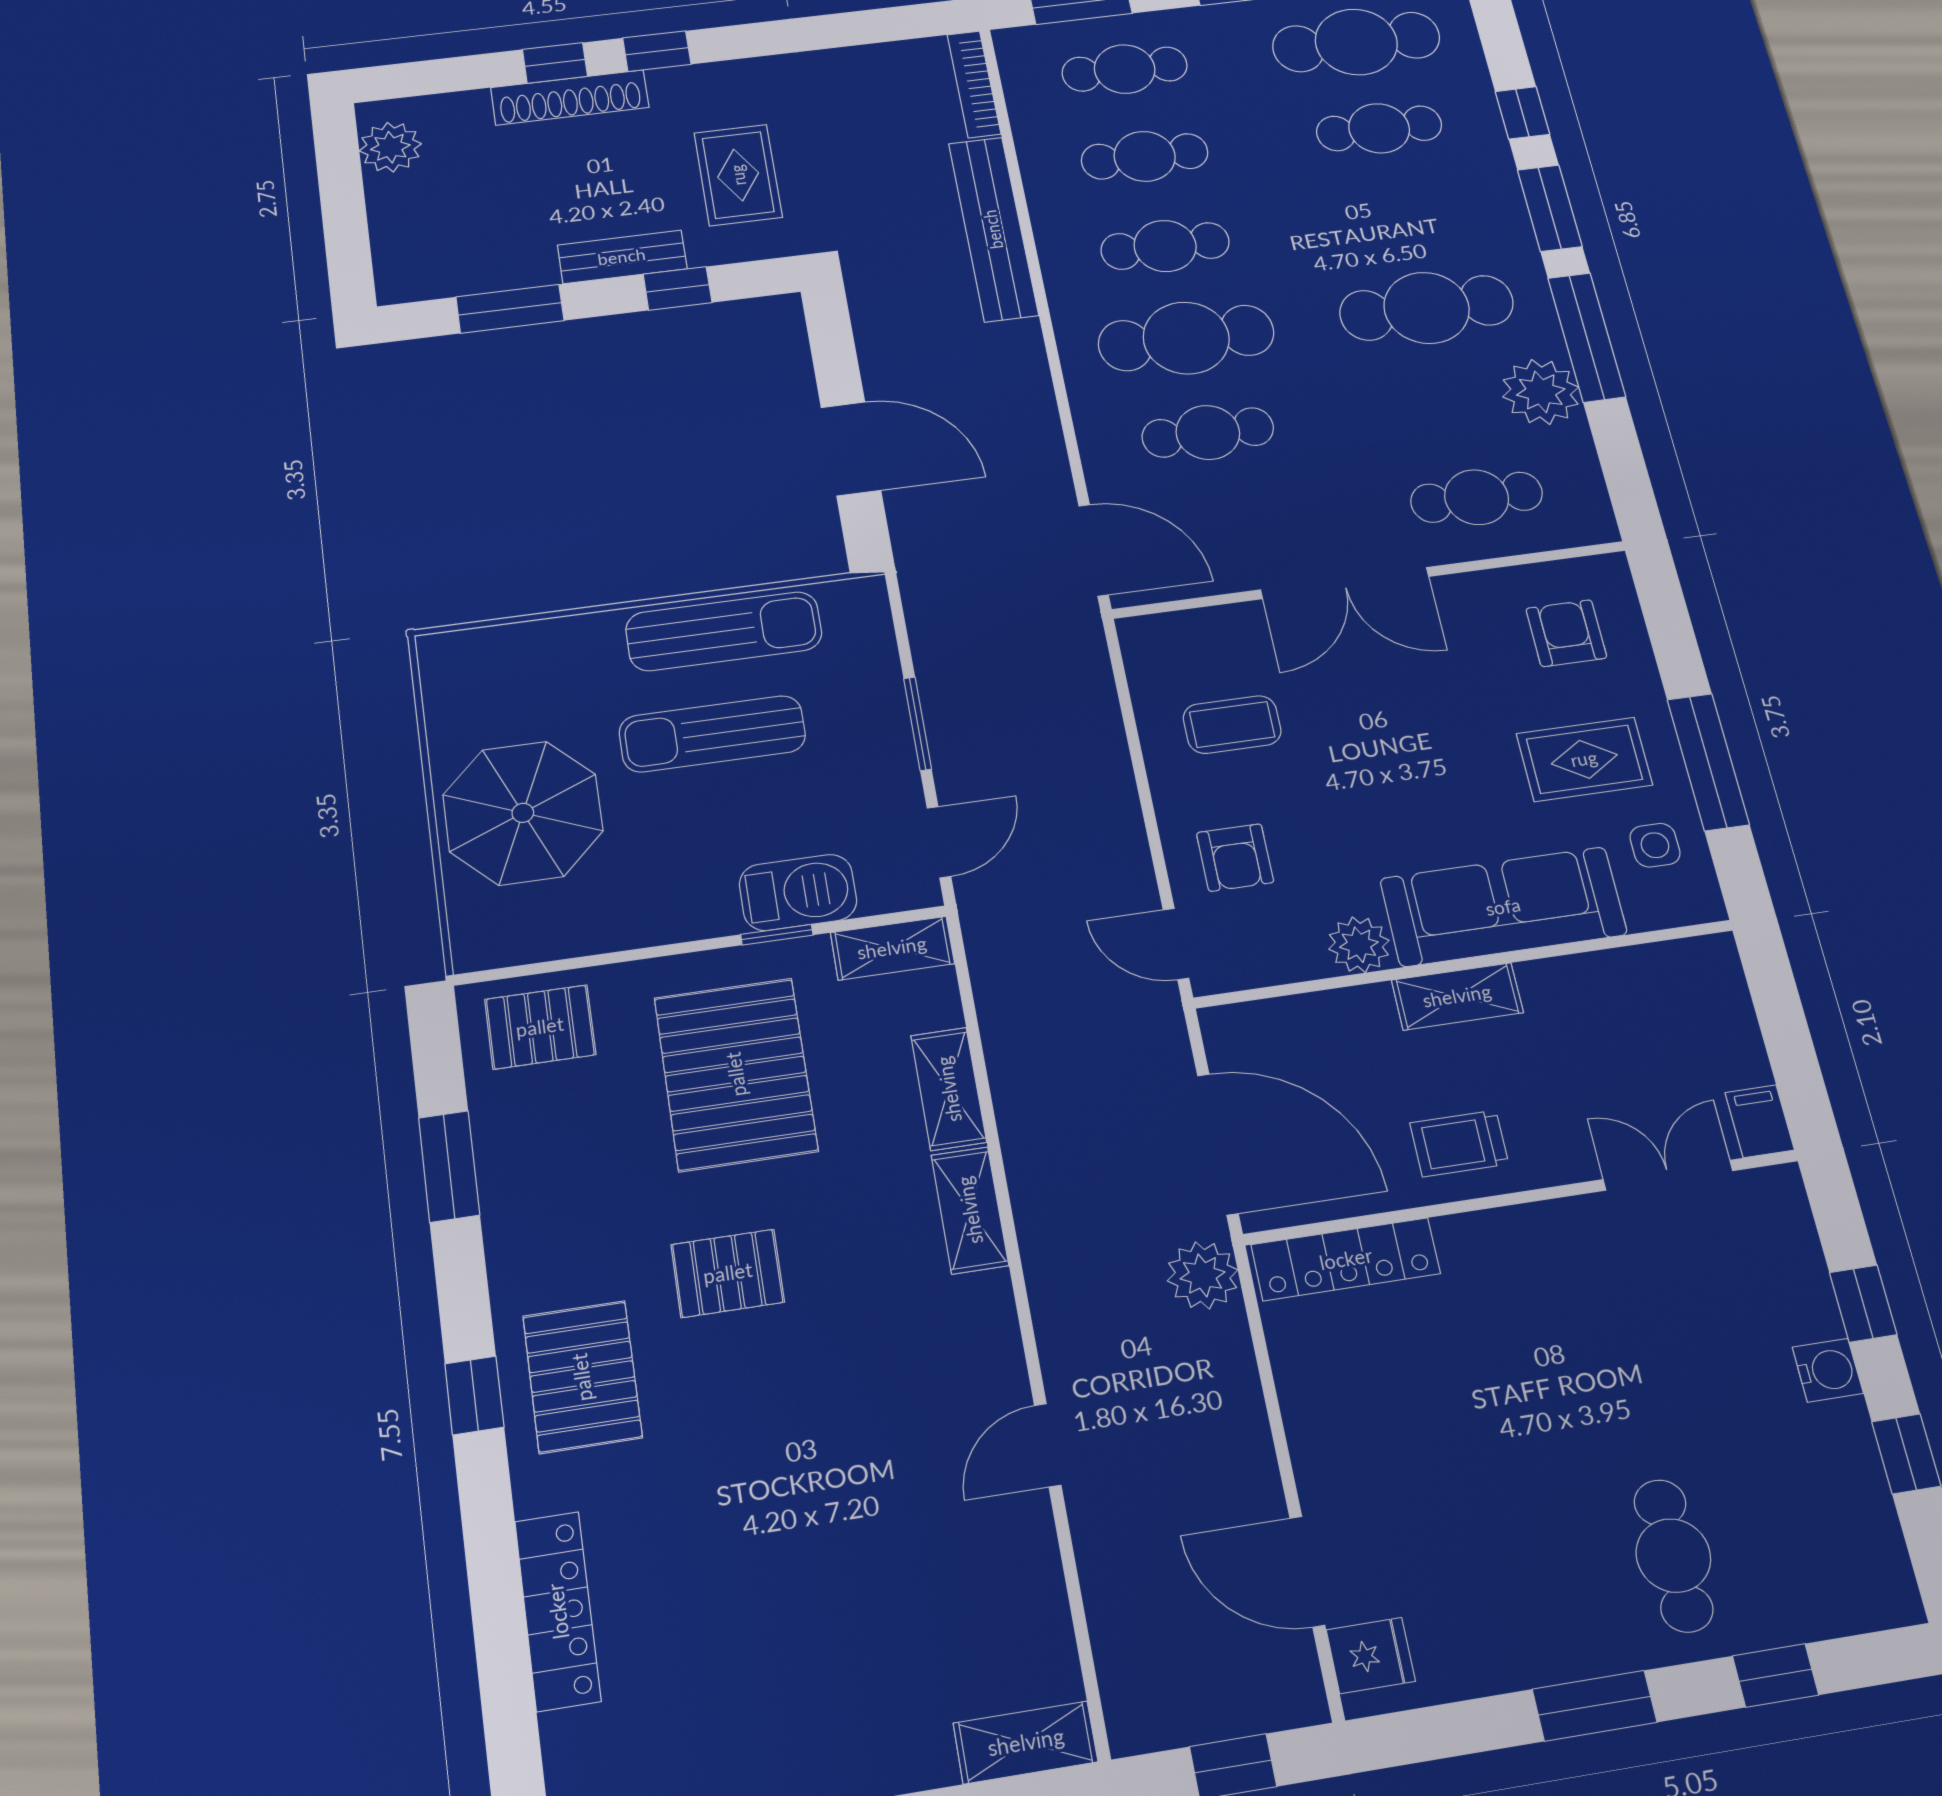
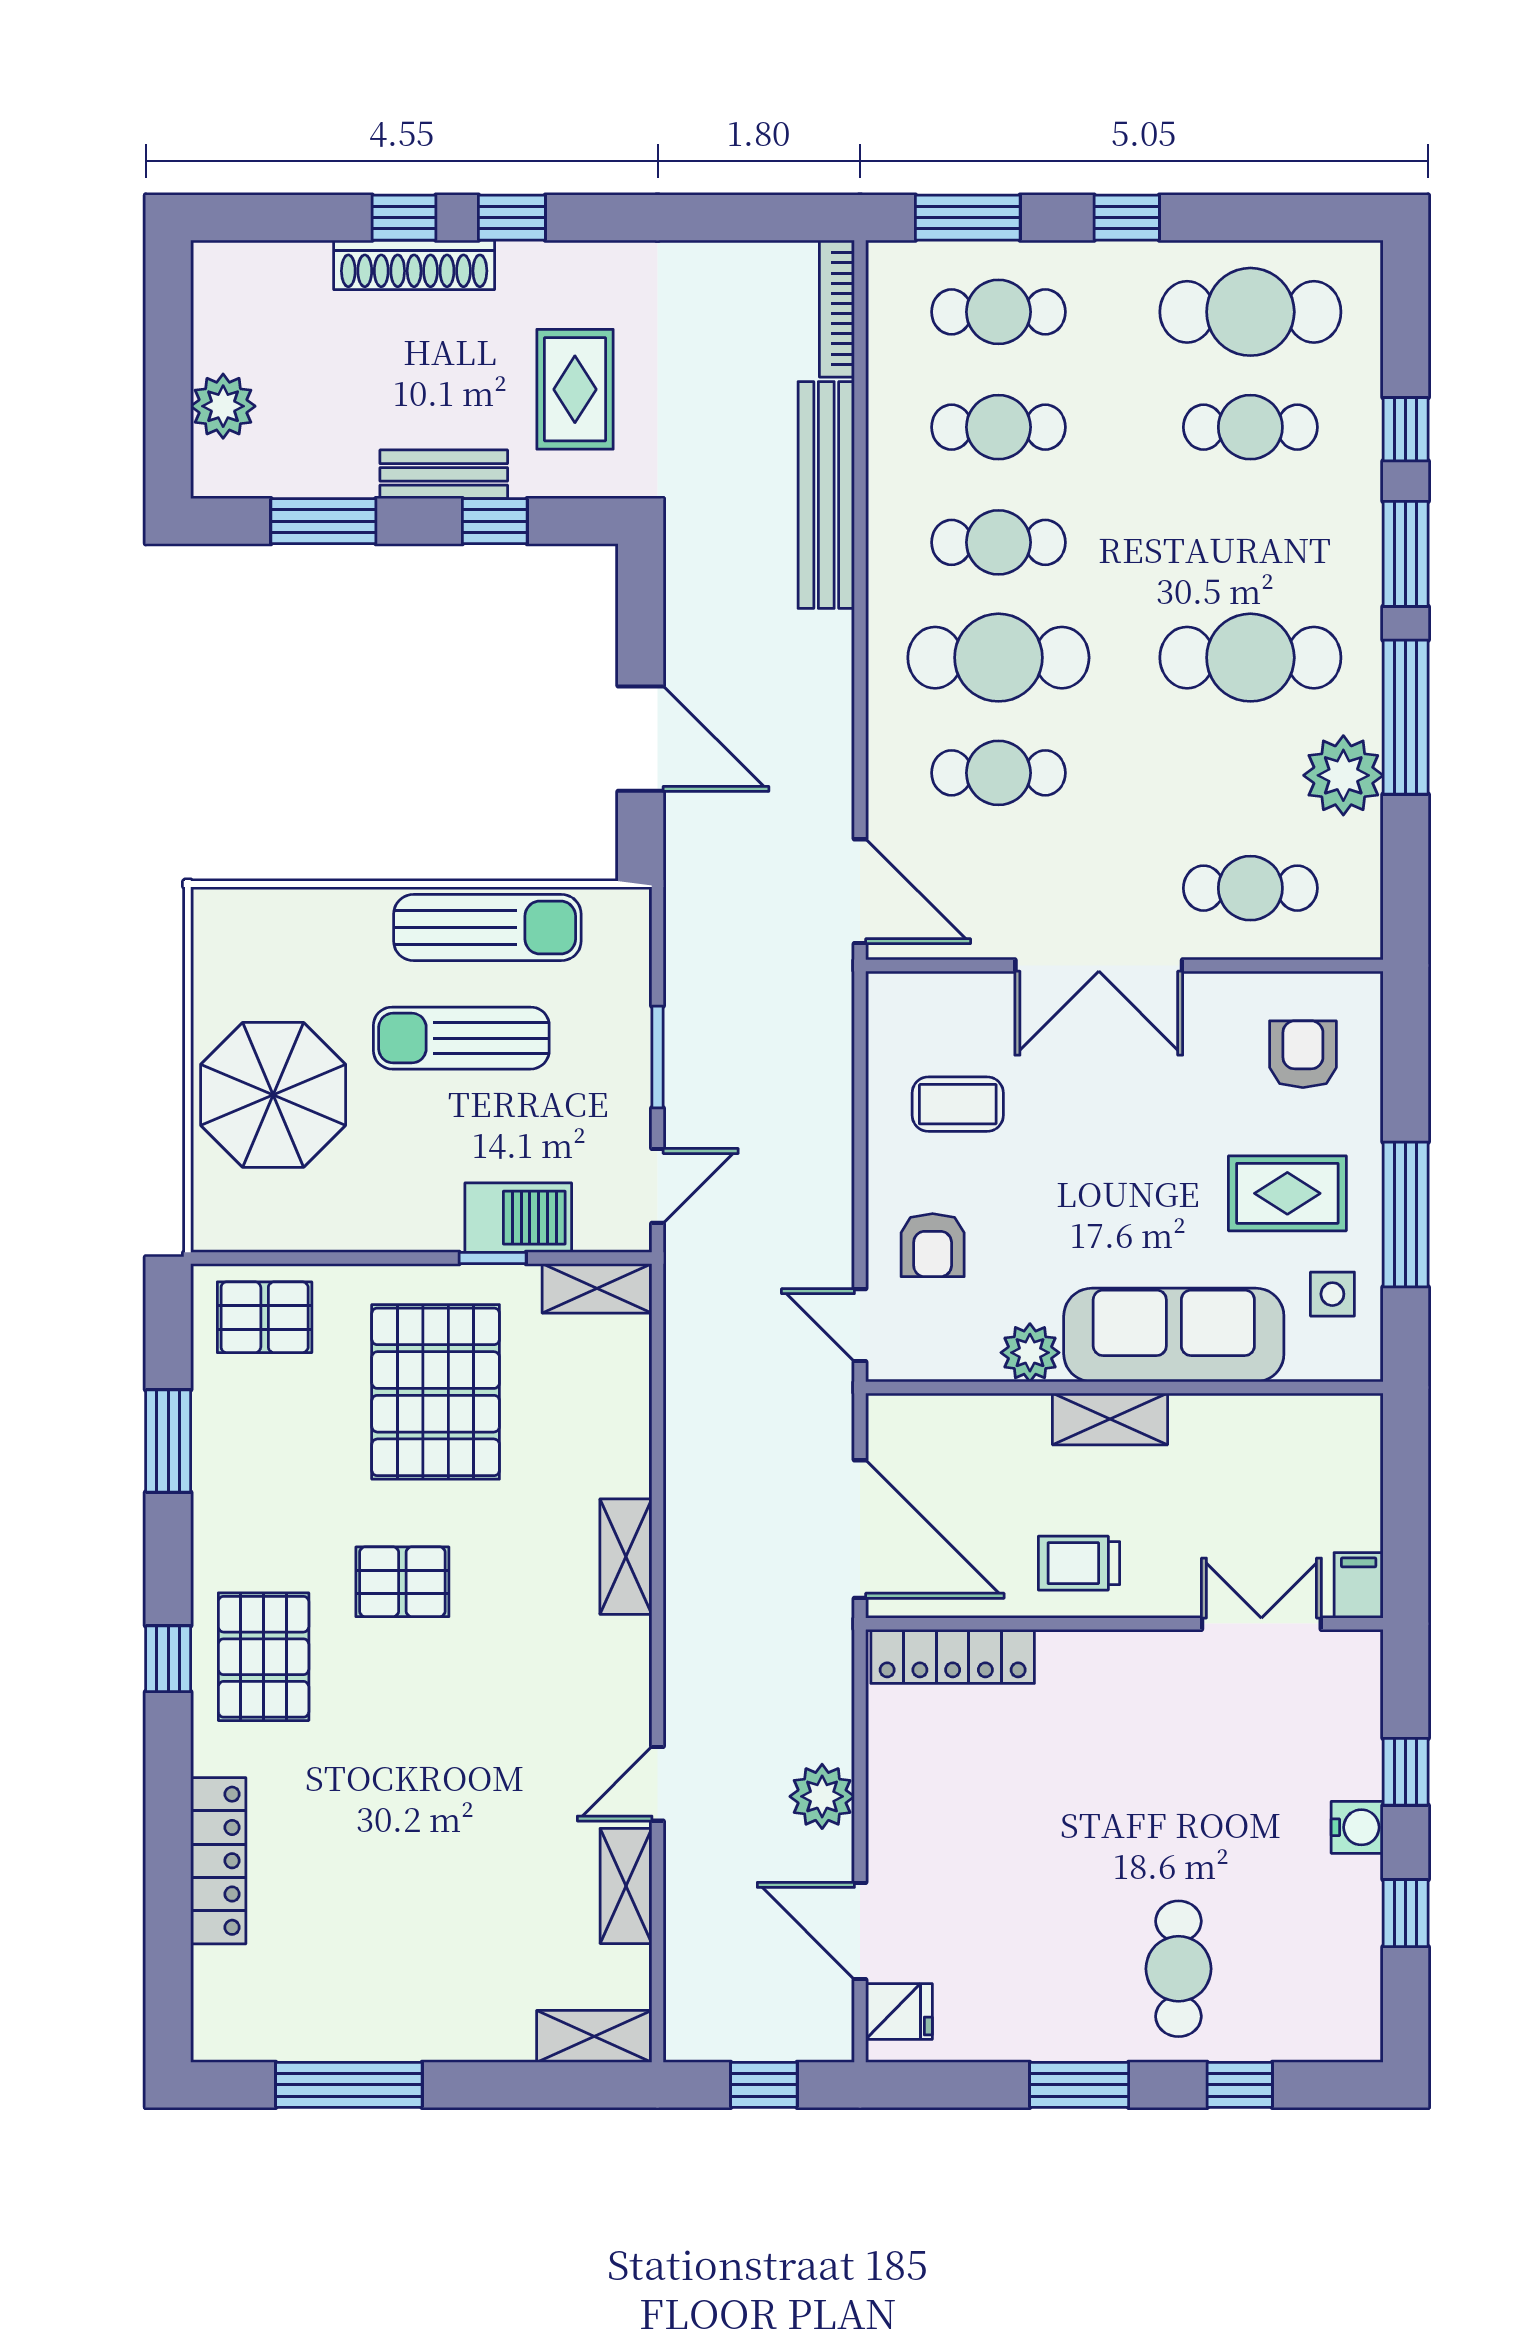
plant: (390, 147) -> (223, 406), moved
shelving: (949, 1089) -> (626, 1886), moved
plant: (1203, 1275) -> (822, 1796), moved

